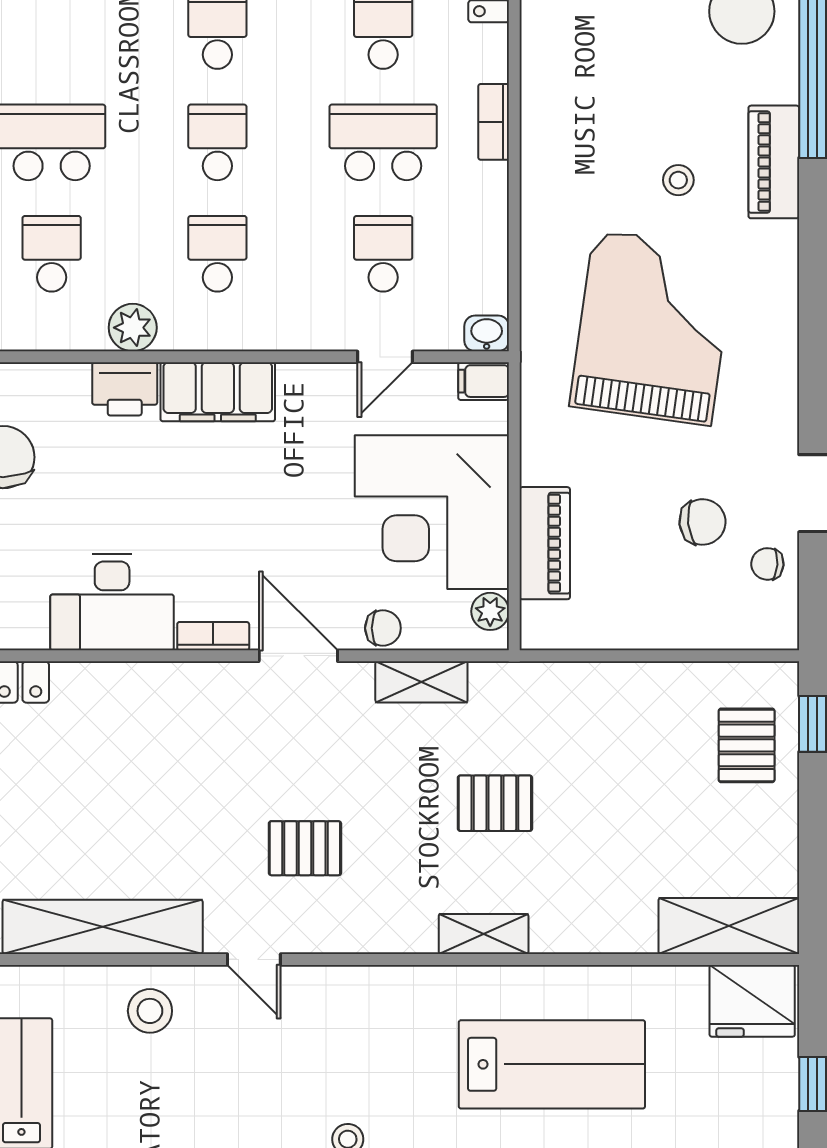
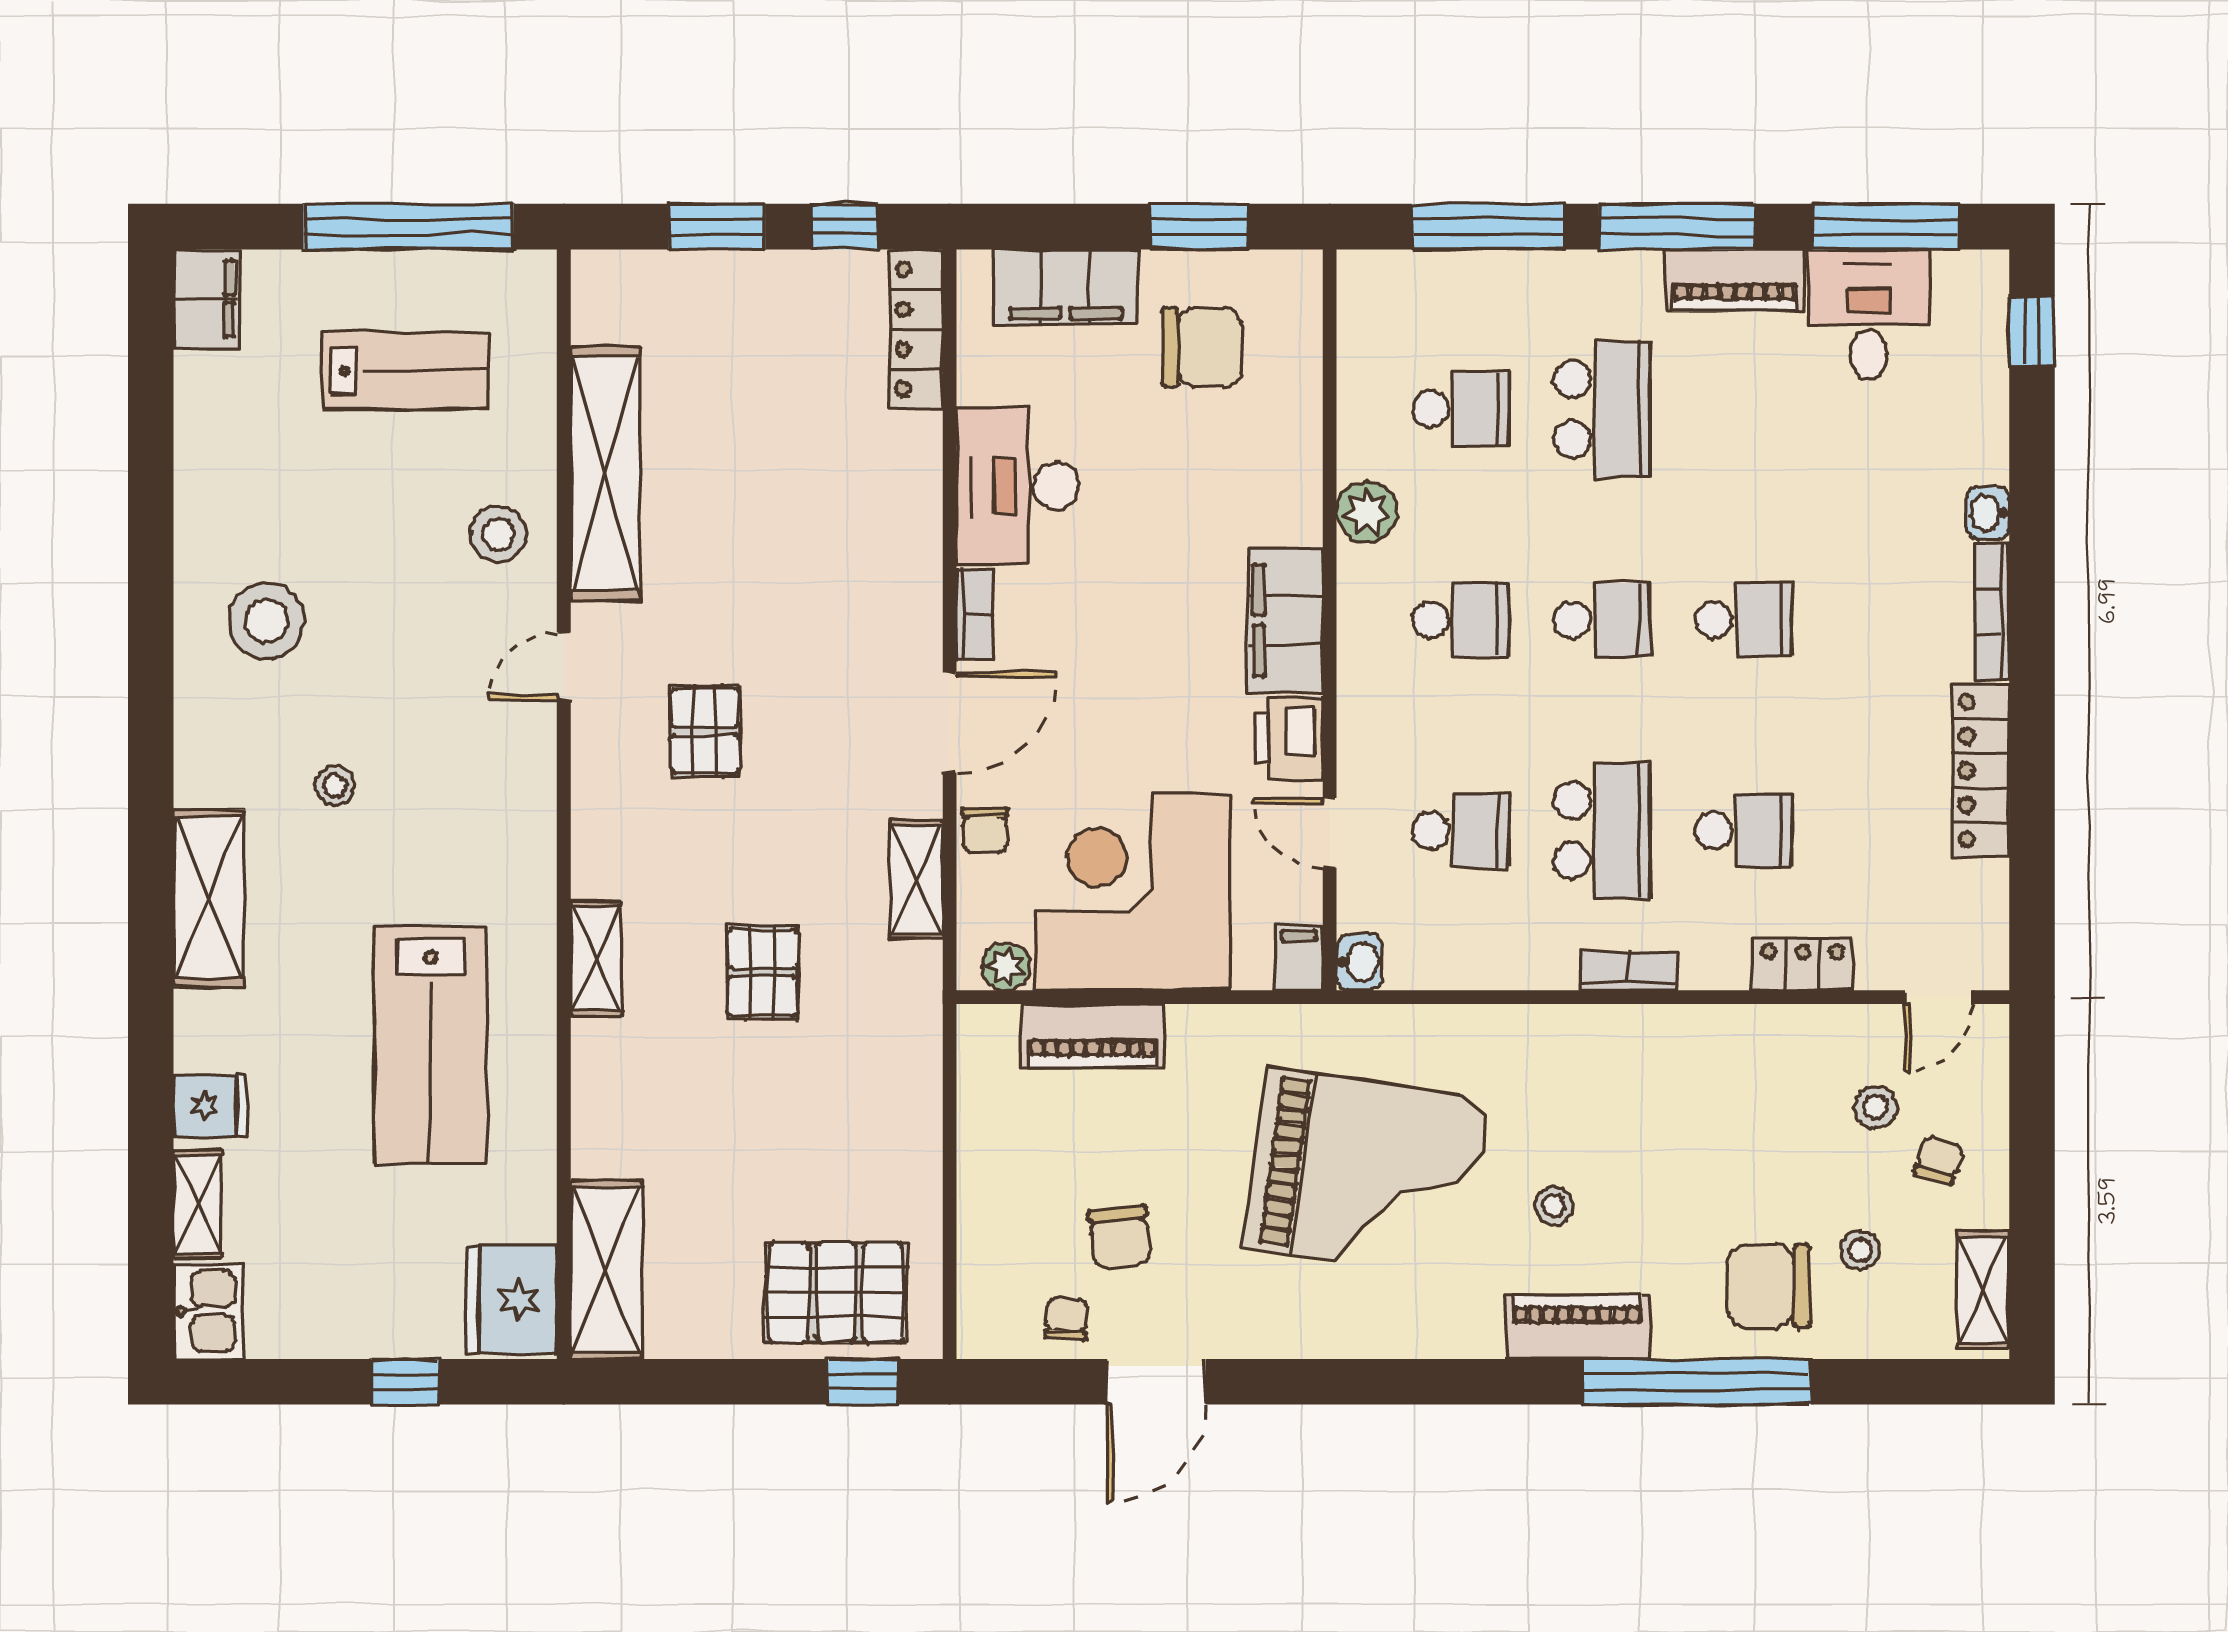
printer: (125, 389) -> (1289, 739), moved
pallet: (747, 745) -> (836, 1292), width x1.50, depth x1.42

